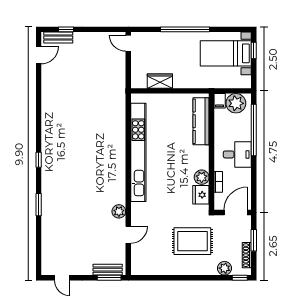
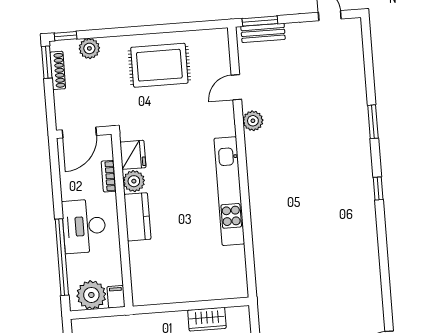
kitchen counter: (201, 121) -> (137, 217), moved, width x0.67
kitchen unit: (138, 152) -> (229, 191), width x0.73
desk: (237, 154) -> (84, 226), width x1.37
window: (254, 240) -> (47, 62), moved
rug: (192, 241) -> (159, 65), moved

